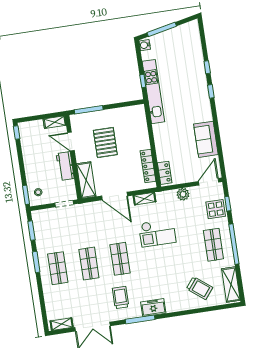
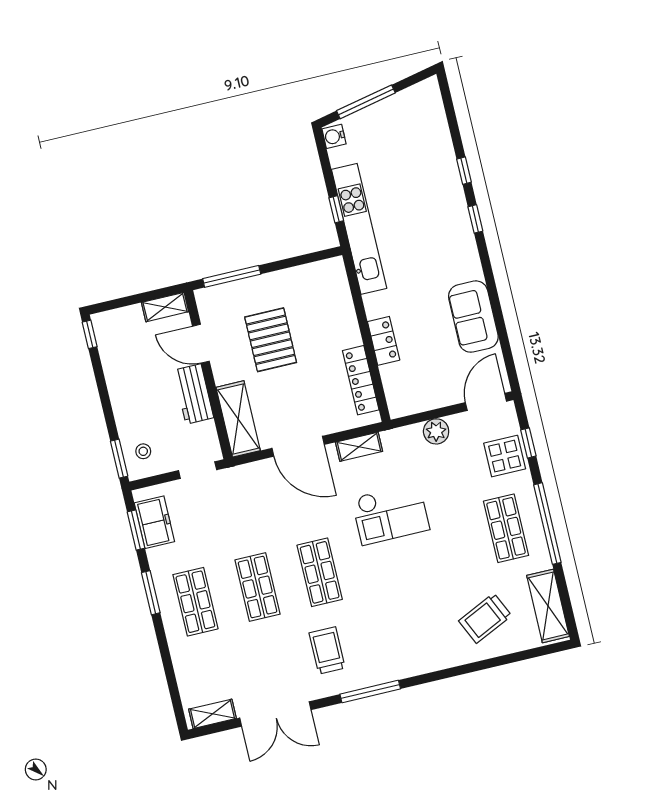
locker: (165, 173) -> (384, 341), moved
trolley: (200, 288) -> (485, 618), turned 117
freezer: (153, 308) -> (154, 522), moved, turned 90

